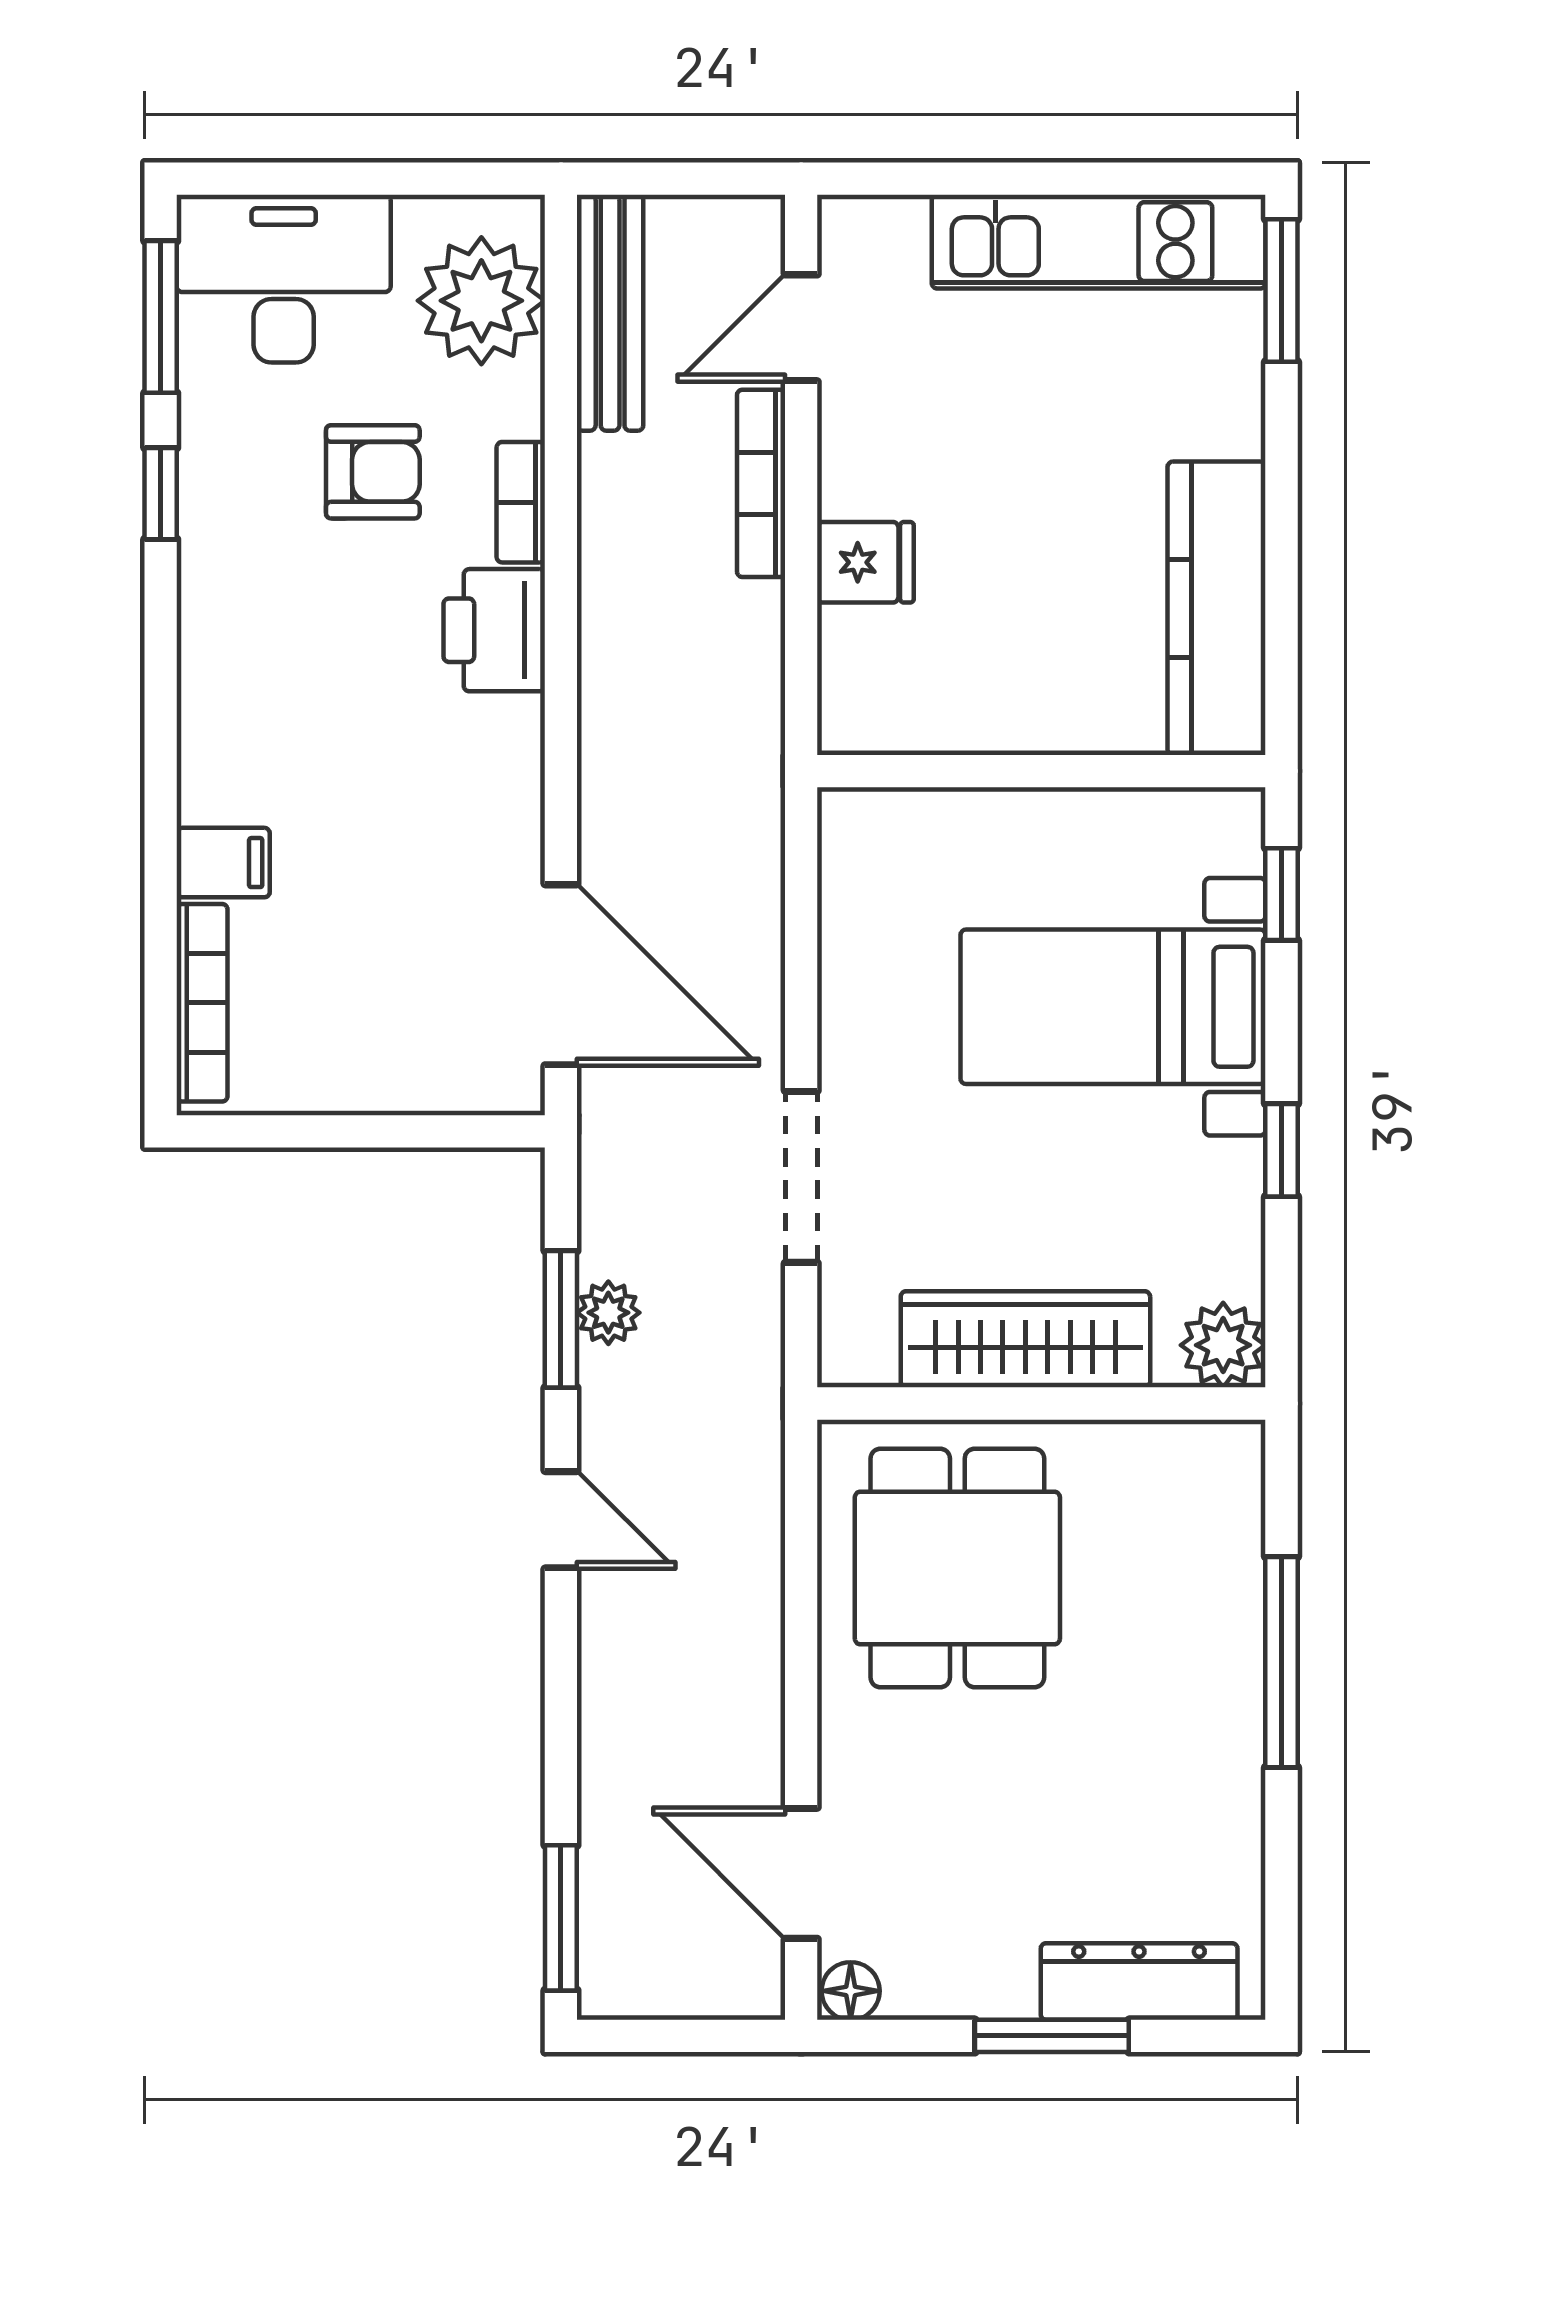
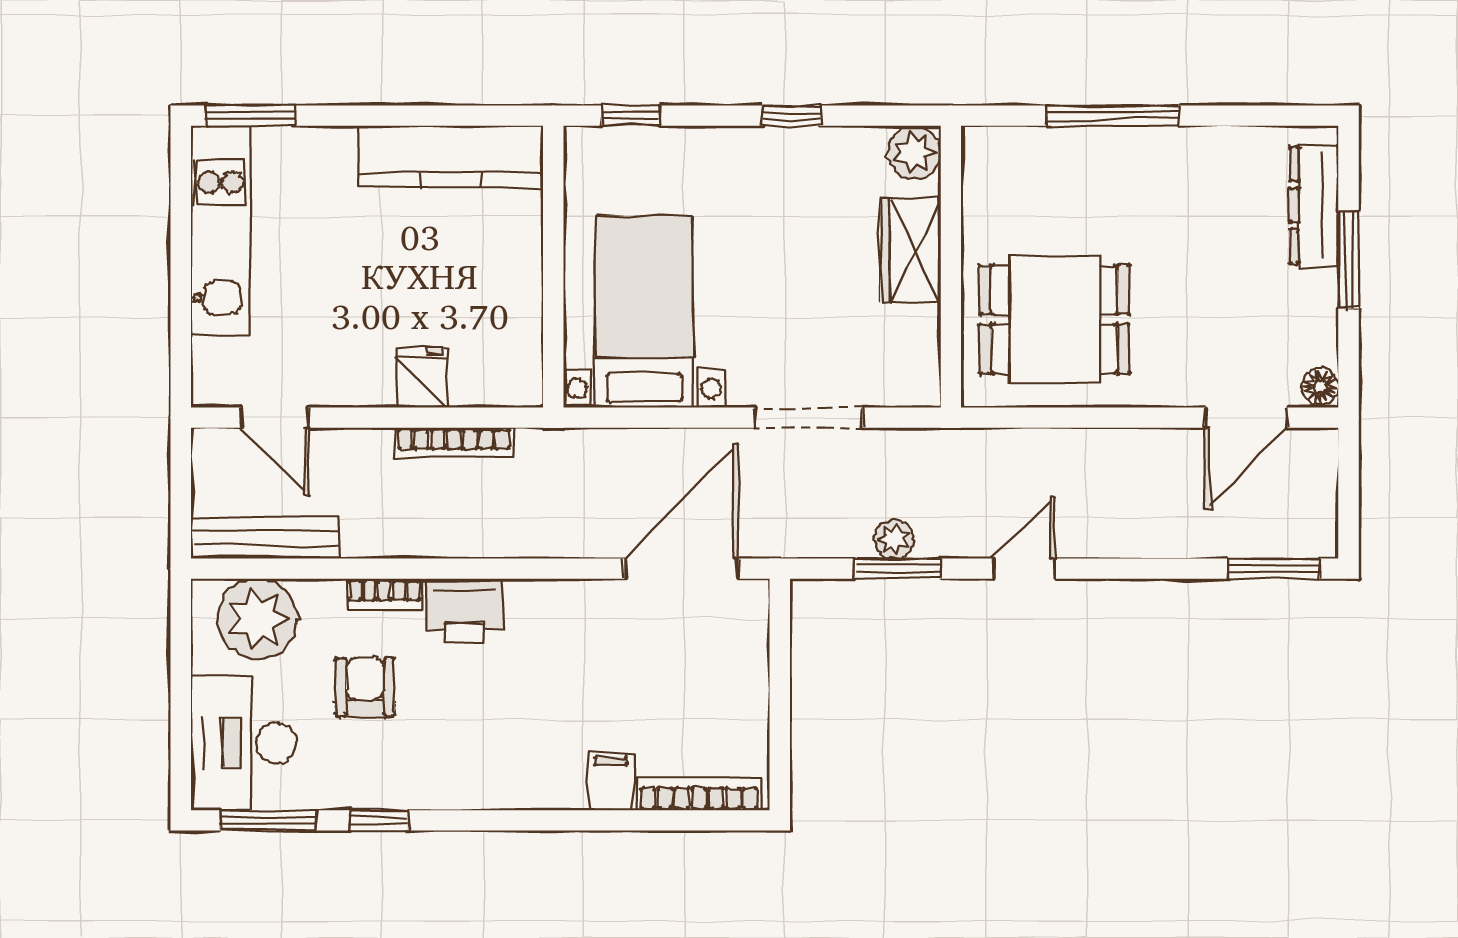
bookcase: (761, 483) -> (454, 443), moved
bed with nightstands: (1113, 1007) -> (644, 312), moved, turned 180
wardrobe: (1025, 1339) -> (911, 251), width x0.67

